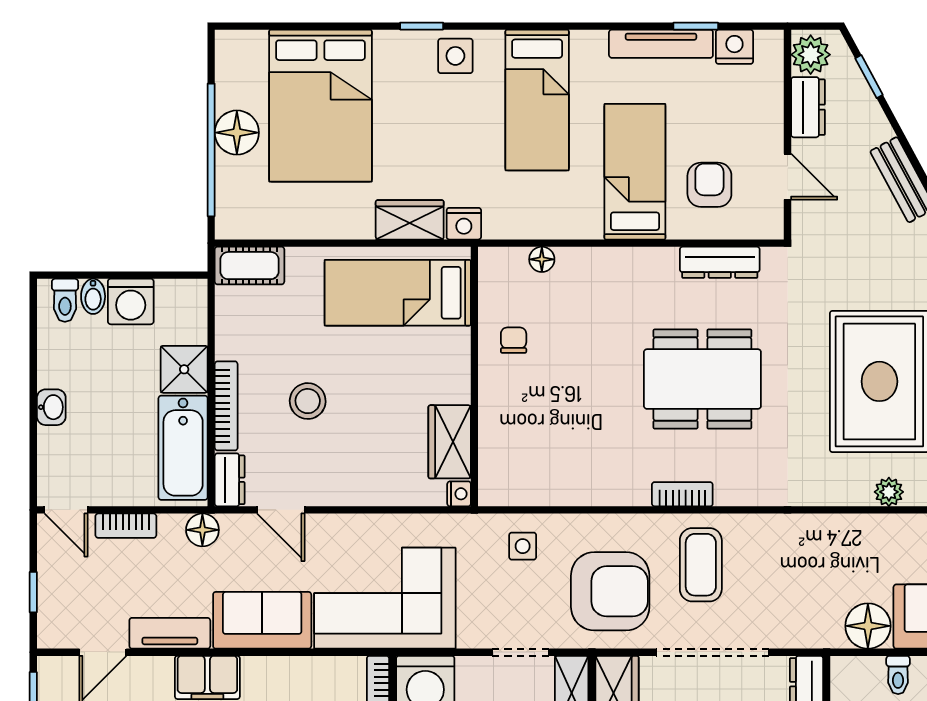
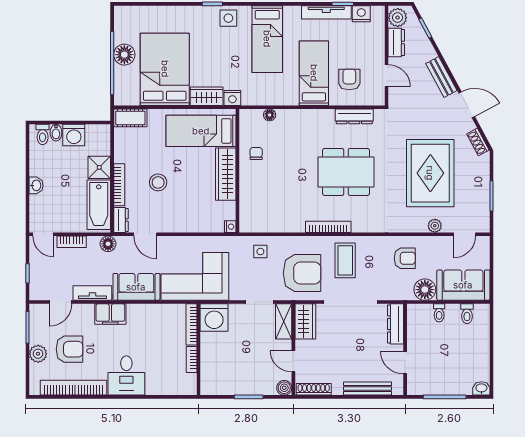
bed: (320, 106) -> (165, 69), moved, turned 180
wardrobe: (450, 442) -> (226, 174), moved, width x1.50
bookcase: (682, 494) -> (328, 227), width x1.56
armchair: (826, 560) -> (405, 258), added

